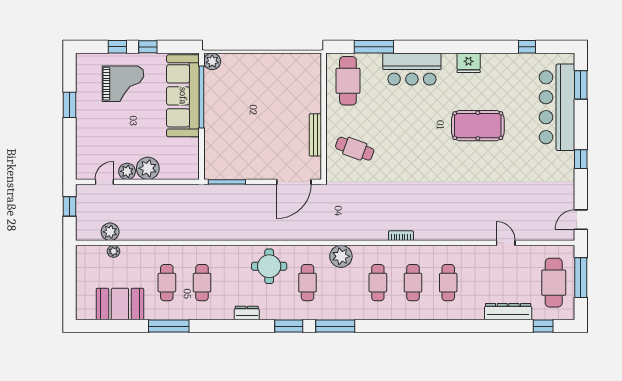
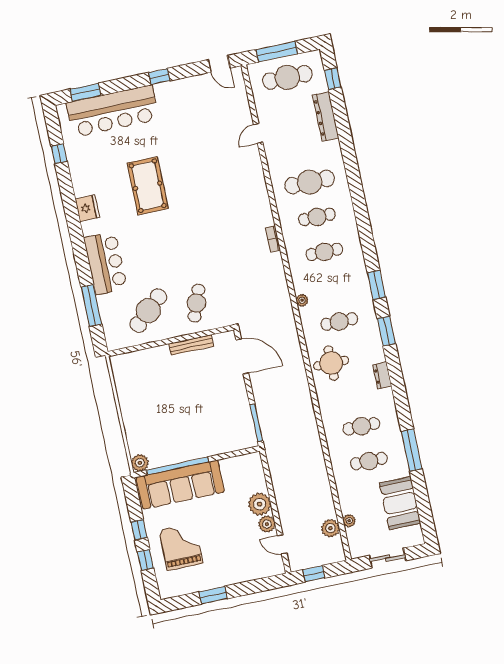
cafe table: (348, 81) -> (148, 311), moved, turned -42
plant: (341, 256) -> (302, 300), width x0.53, depth x0.53
sliding door: (69, 281) -> (388, 558), added
cafe table: (448, 283) -> (310, 182), width x1.37, depth x1.35
window: (335, 326) -> (377, 285), width x0.69

